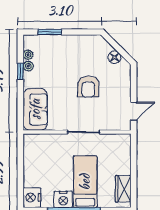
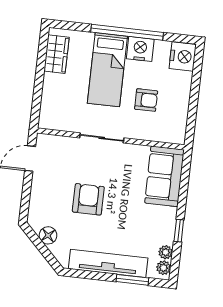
tv unit: (69, 42) -> (108, 263), added
plant: (28, 66) -> (164, 268), moved
armchair: (55, 163) -> (146, 100), added

